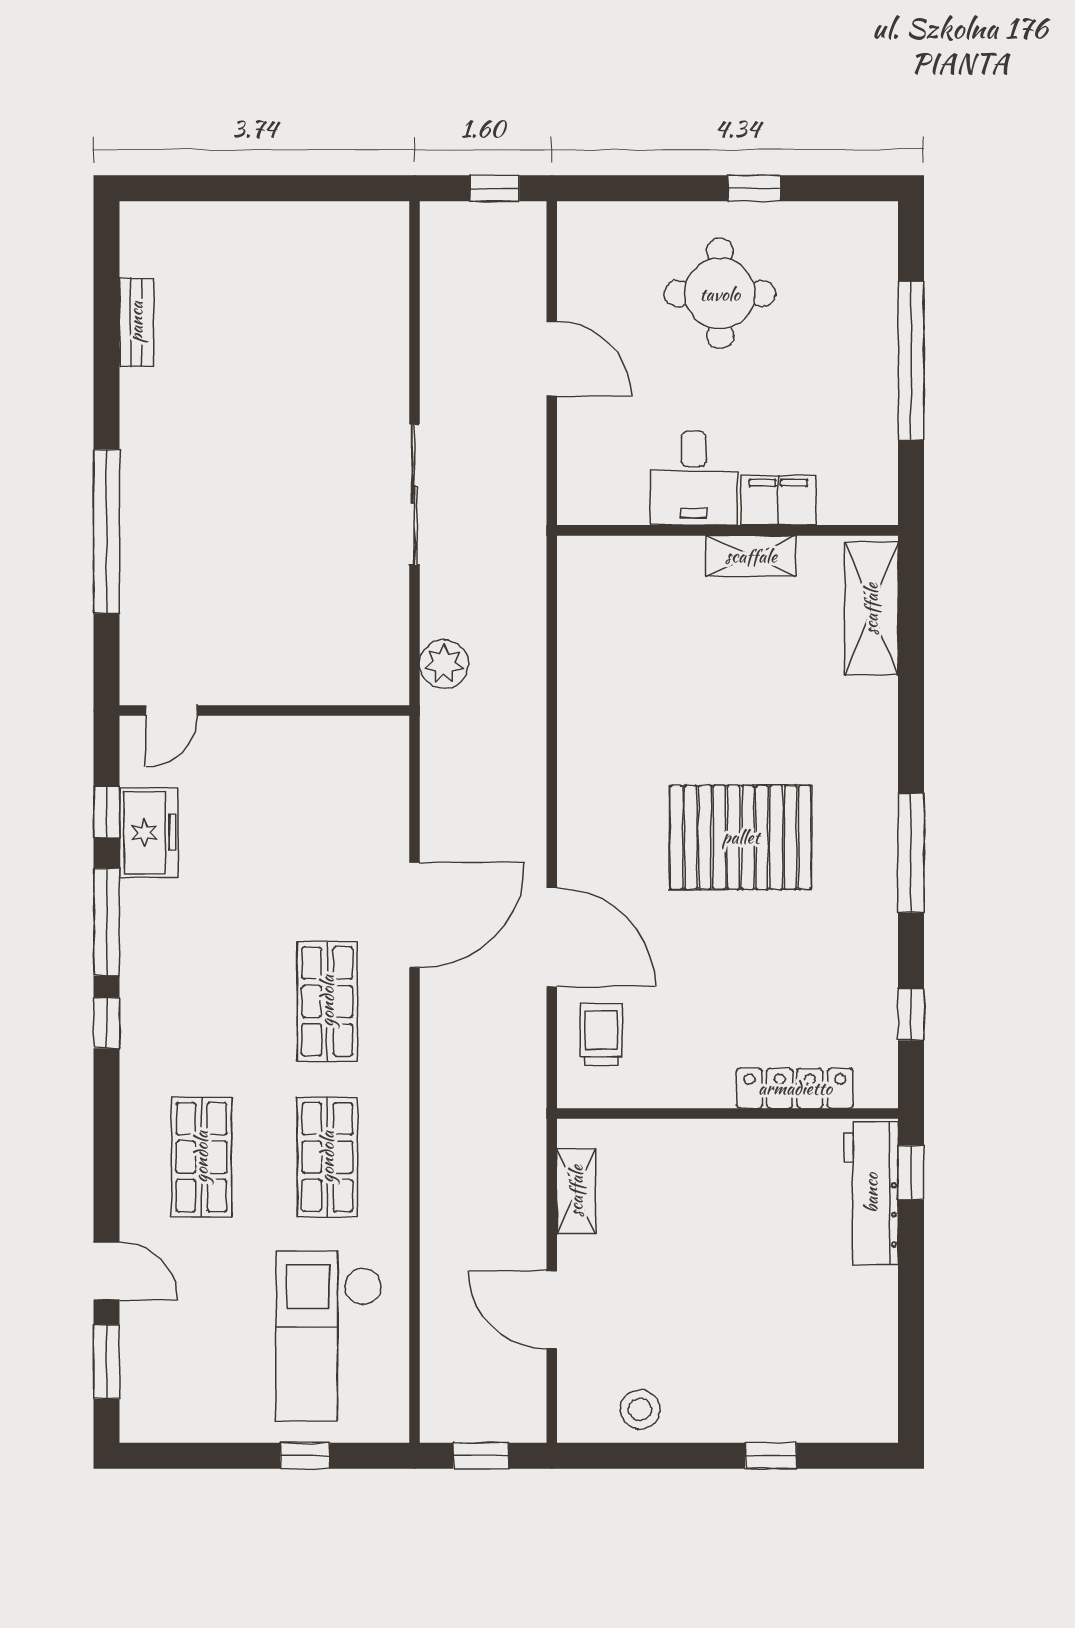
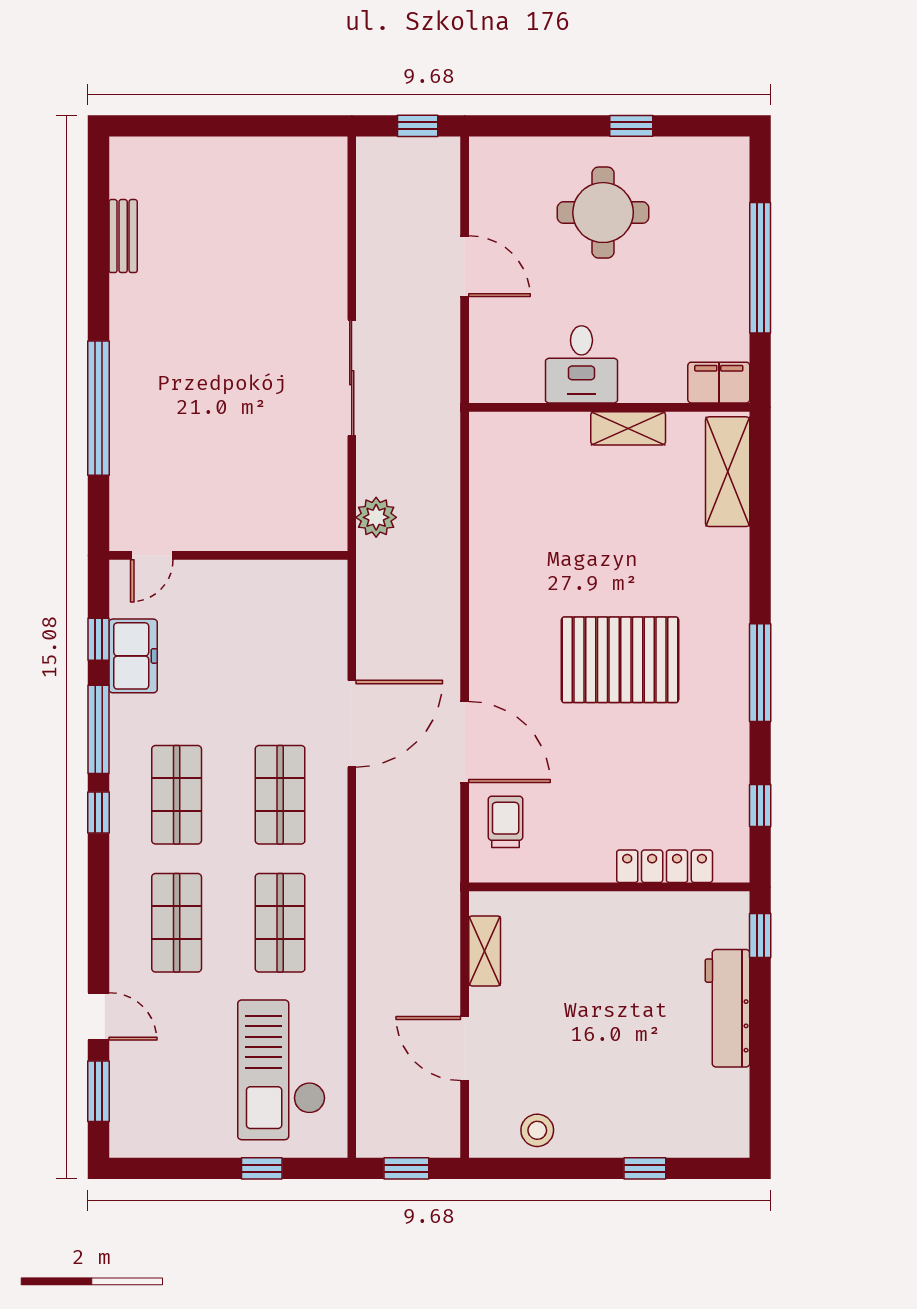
filing cabinet: (778, 500) -> (719, 383), moved
shop shelf: (201, 1001) -> (177, 795), added
workbench: (871, 1193) -> (727, 1008), moved

